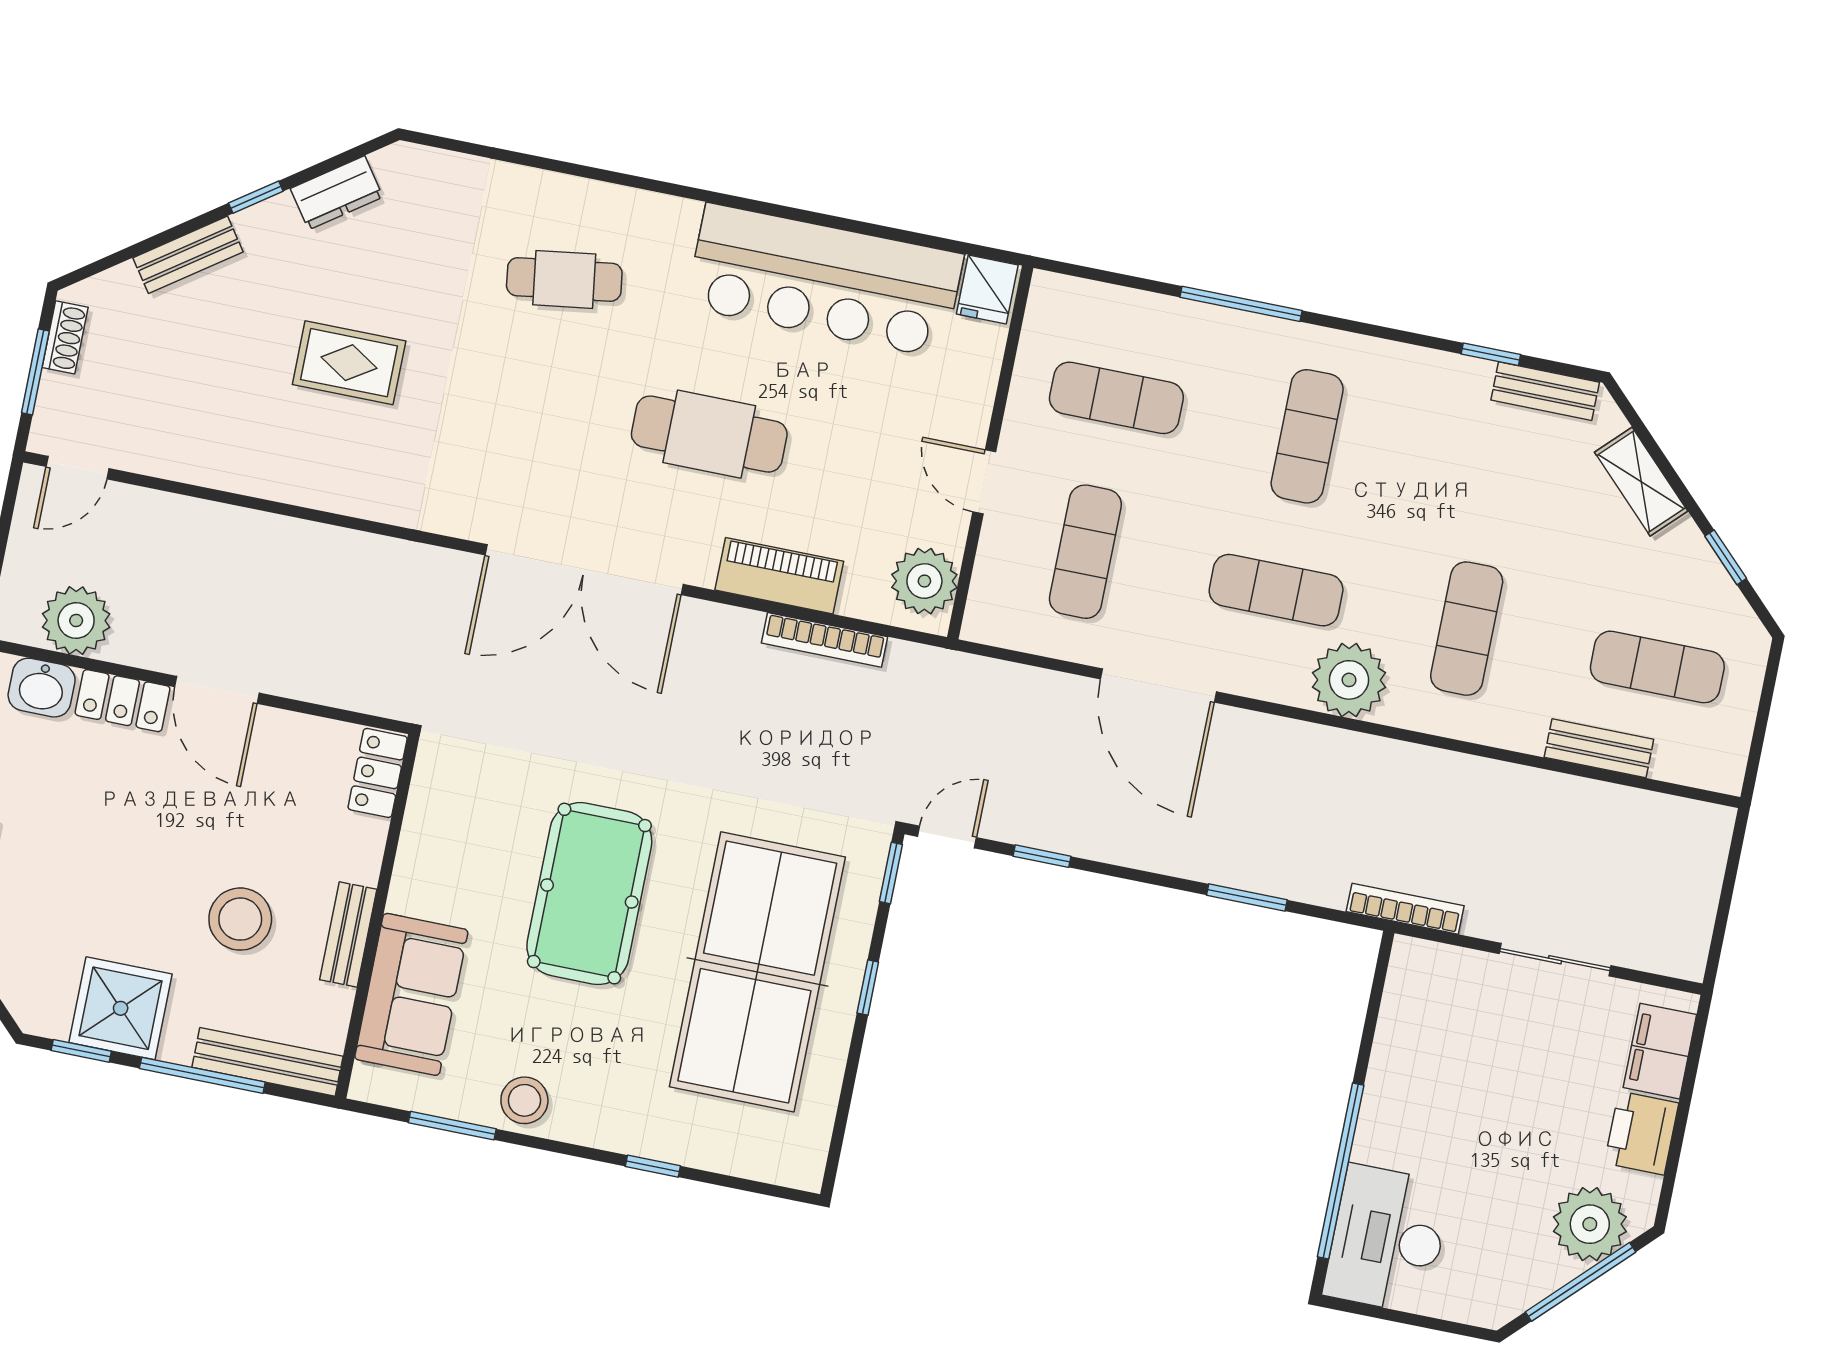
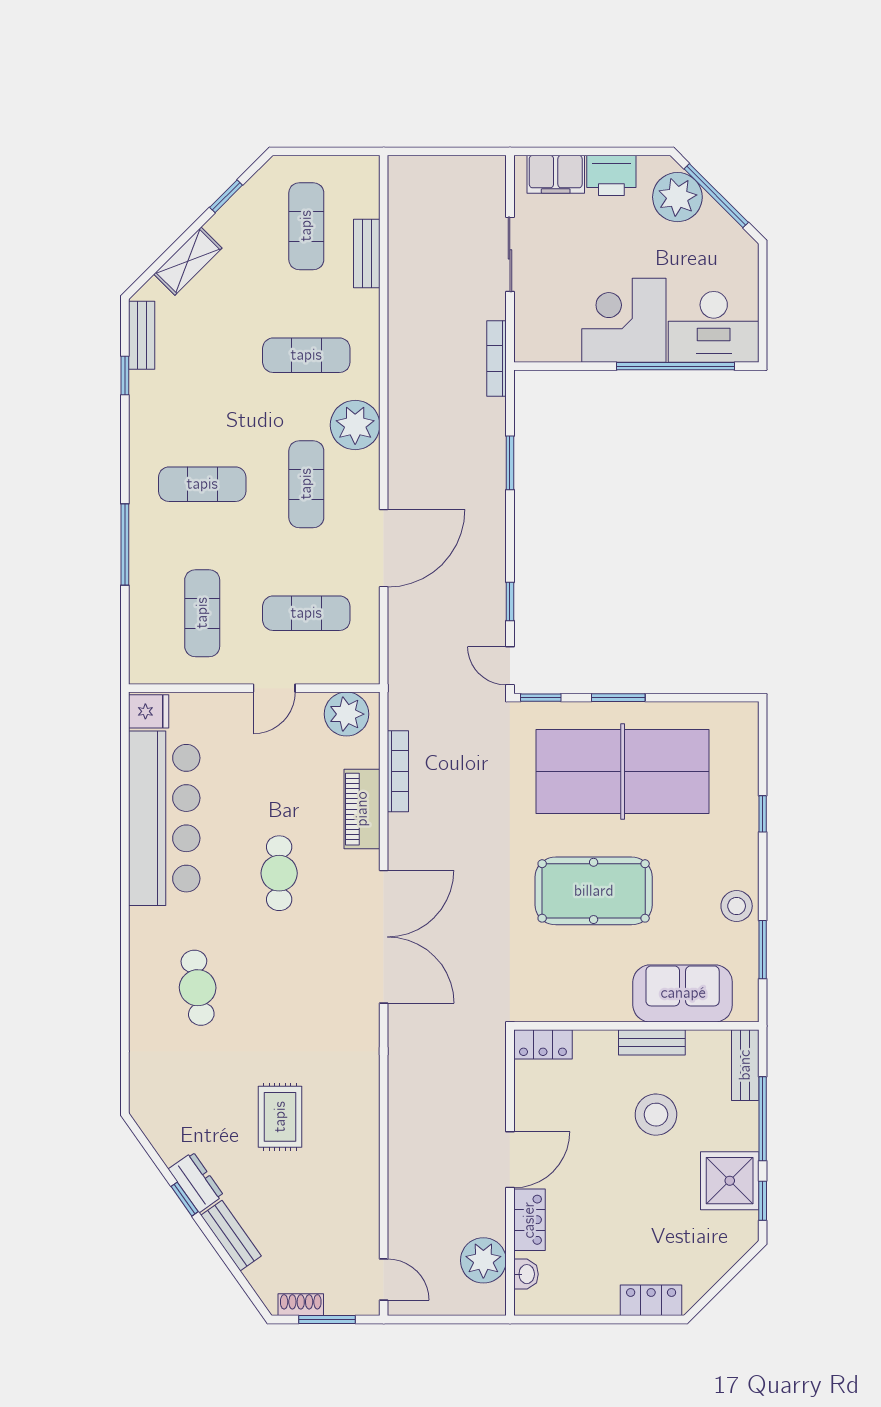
dresser: (337, 193) -> (196, 1182), moved
cafe table: (709, 434) -> (279, 873), width x0.73, depth x0.74
washbasin: (42, 688) -> (526, 1274), width x0.72, depth x0.69
window: (868, 988) -> (618, 698), width x1.50
bench: (267, 1062) -> (745, 1065), width x0.73
corner desk: (1424, 1108) -> (624, 320), added

